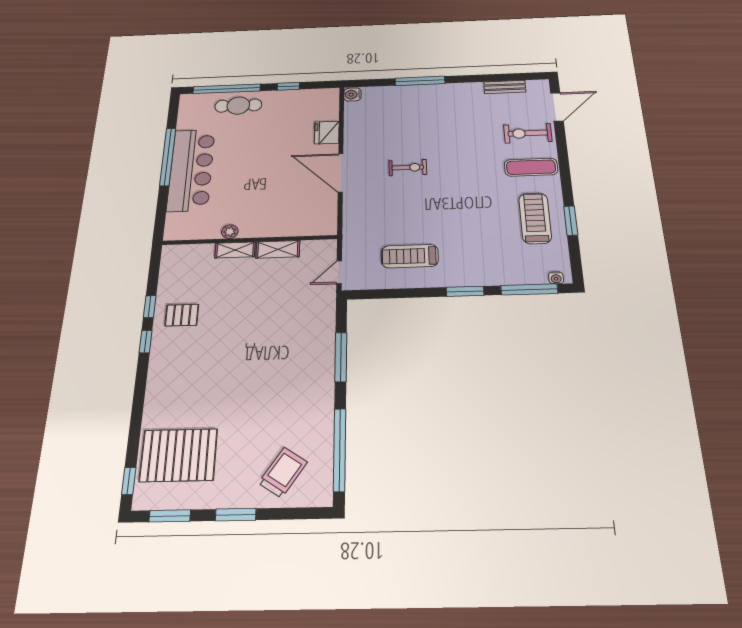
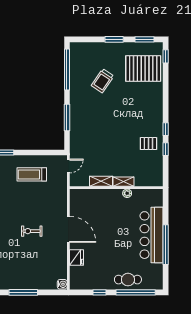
treadmill: (410, 256) -> (32, 174), turned 180
trolley: (283, 472) -> (102, 81), moved

